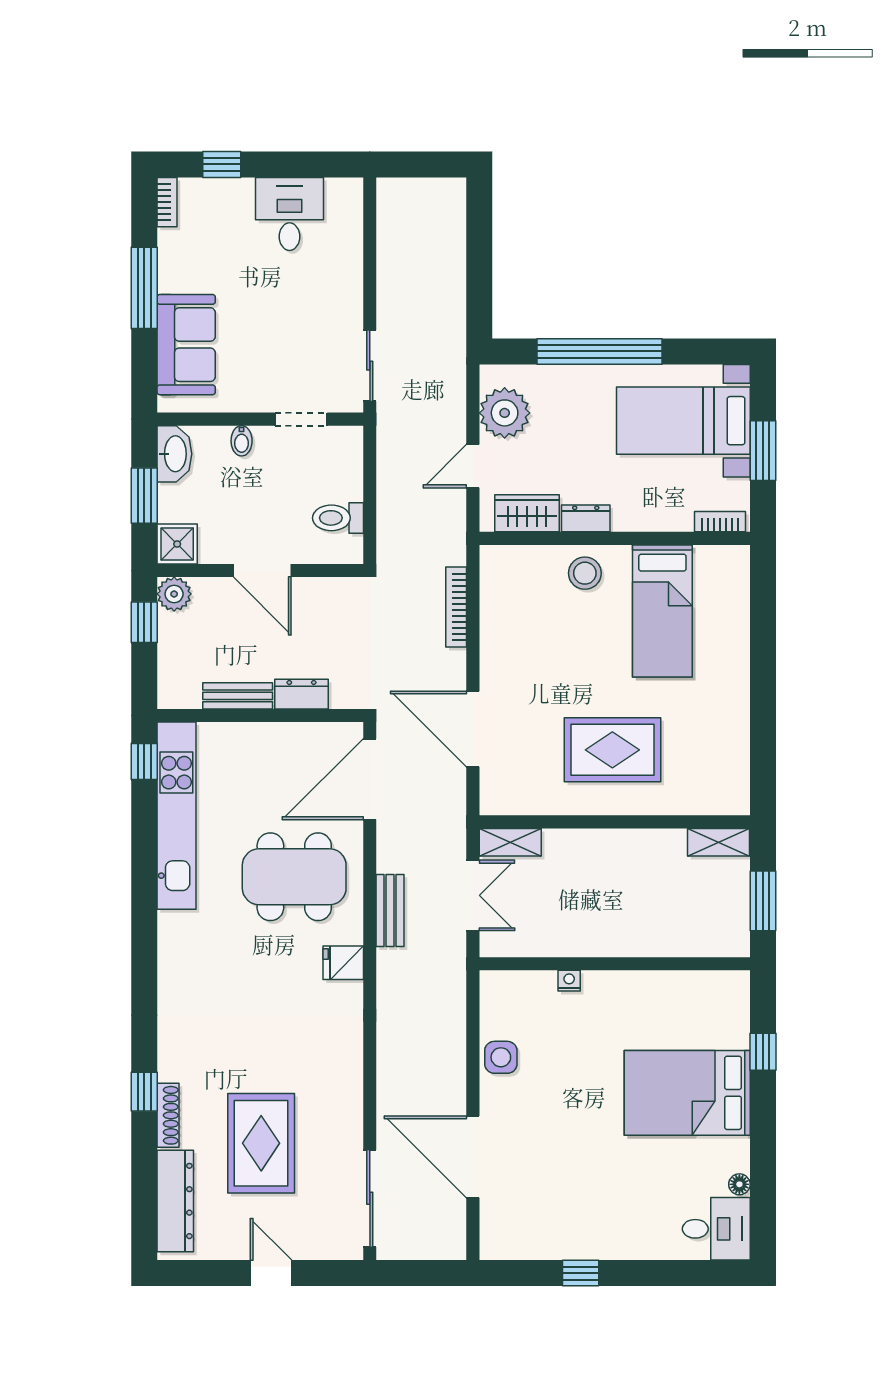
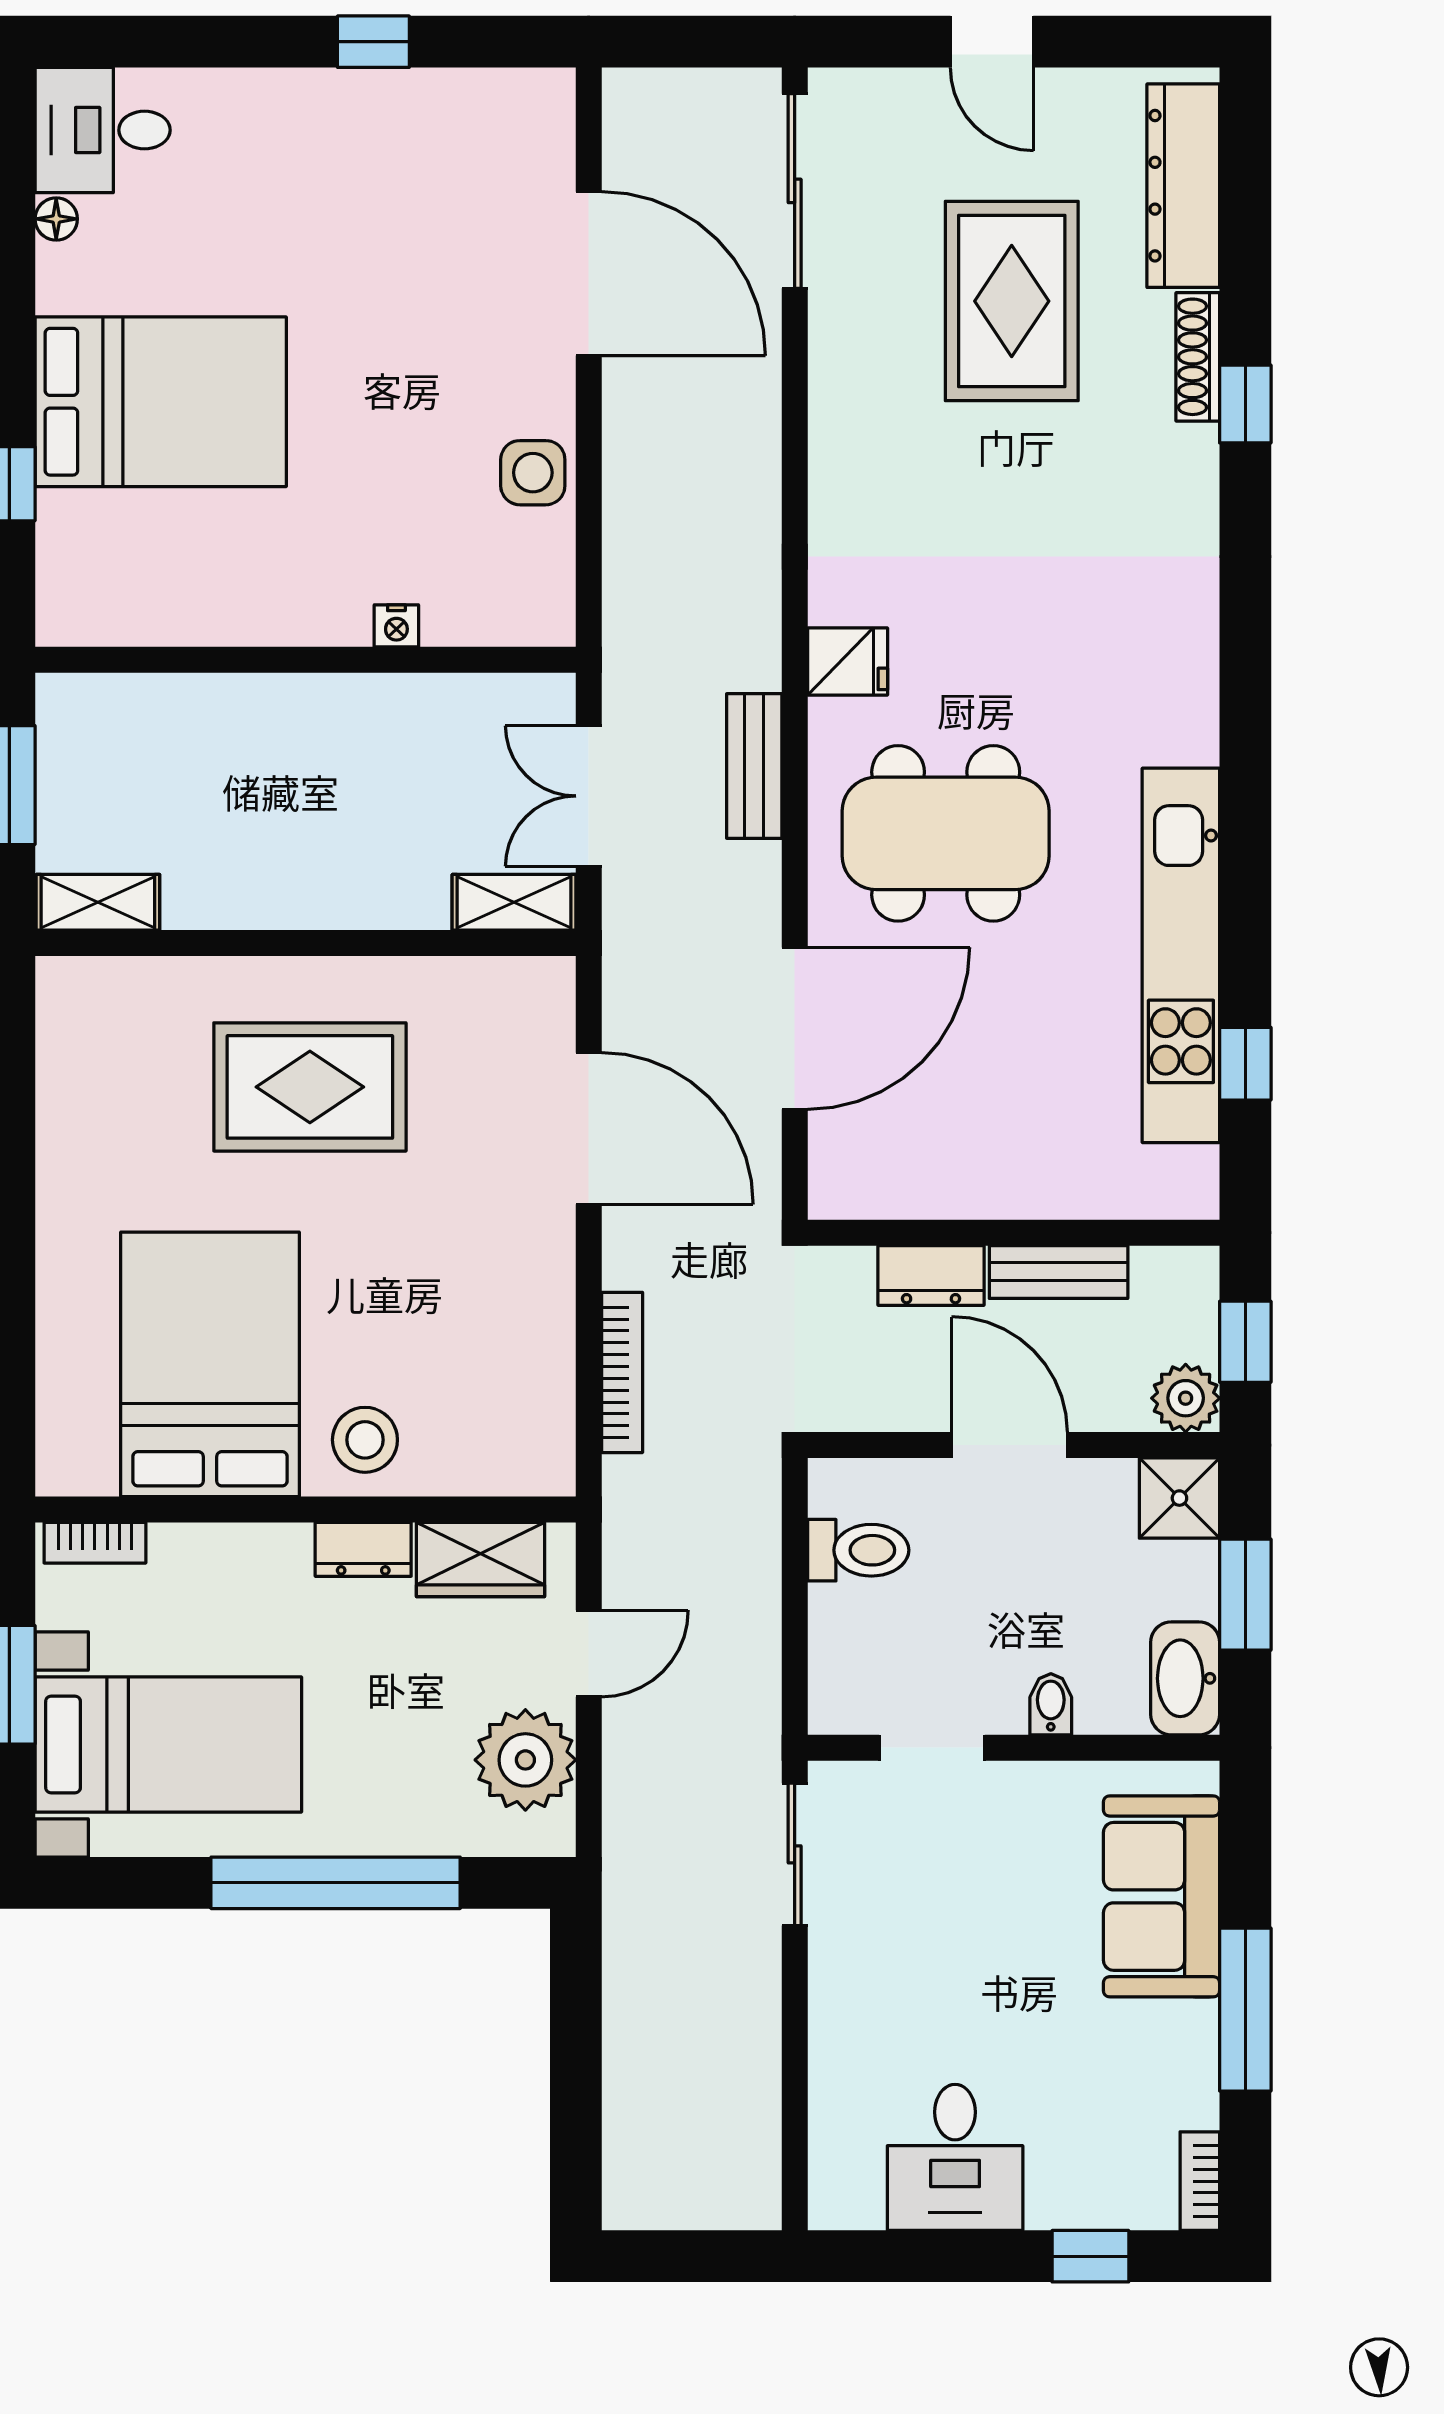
bed: (662, 611) -> (210, 1364), width x1.50
dresser: (302, 694) -> (931, 1275), moved
bench: (238, 696) -> (1059, 1272), moved
wall: (260, 716) -> (1014, 1233), moved

